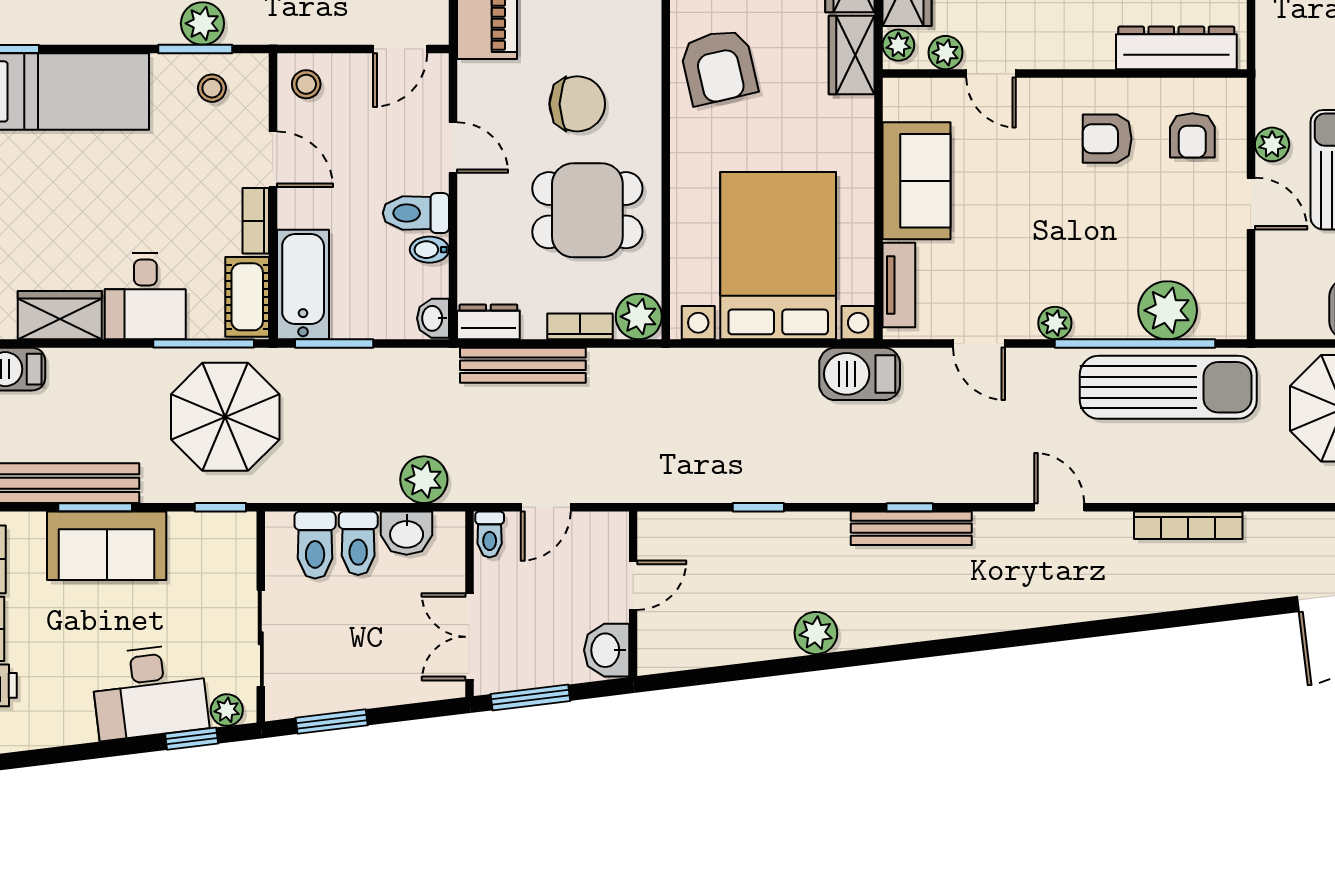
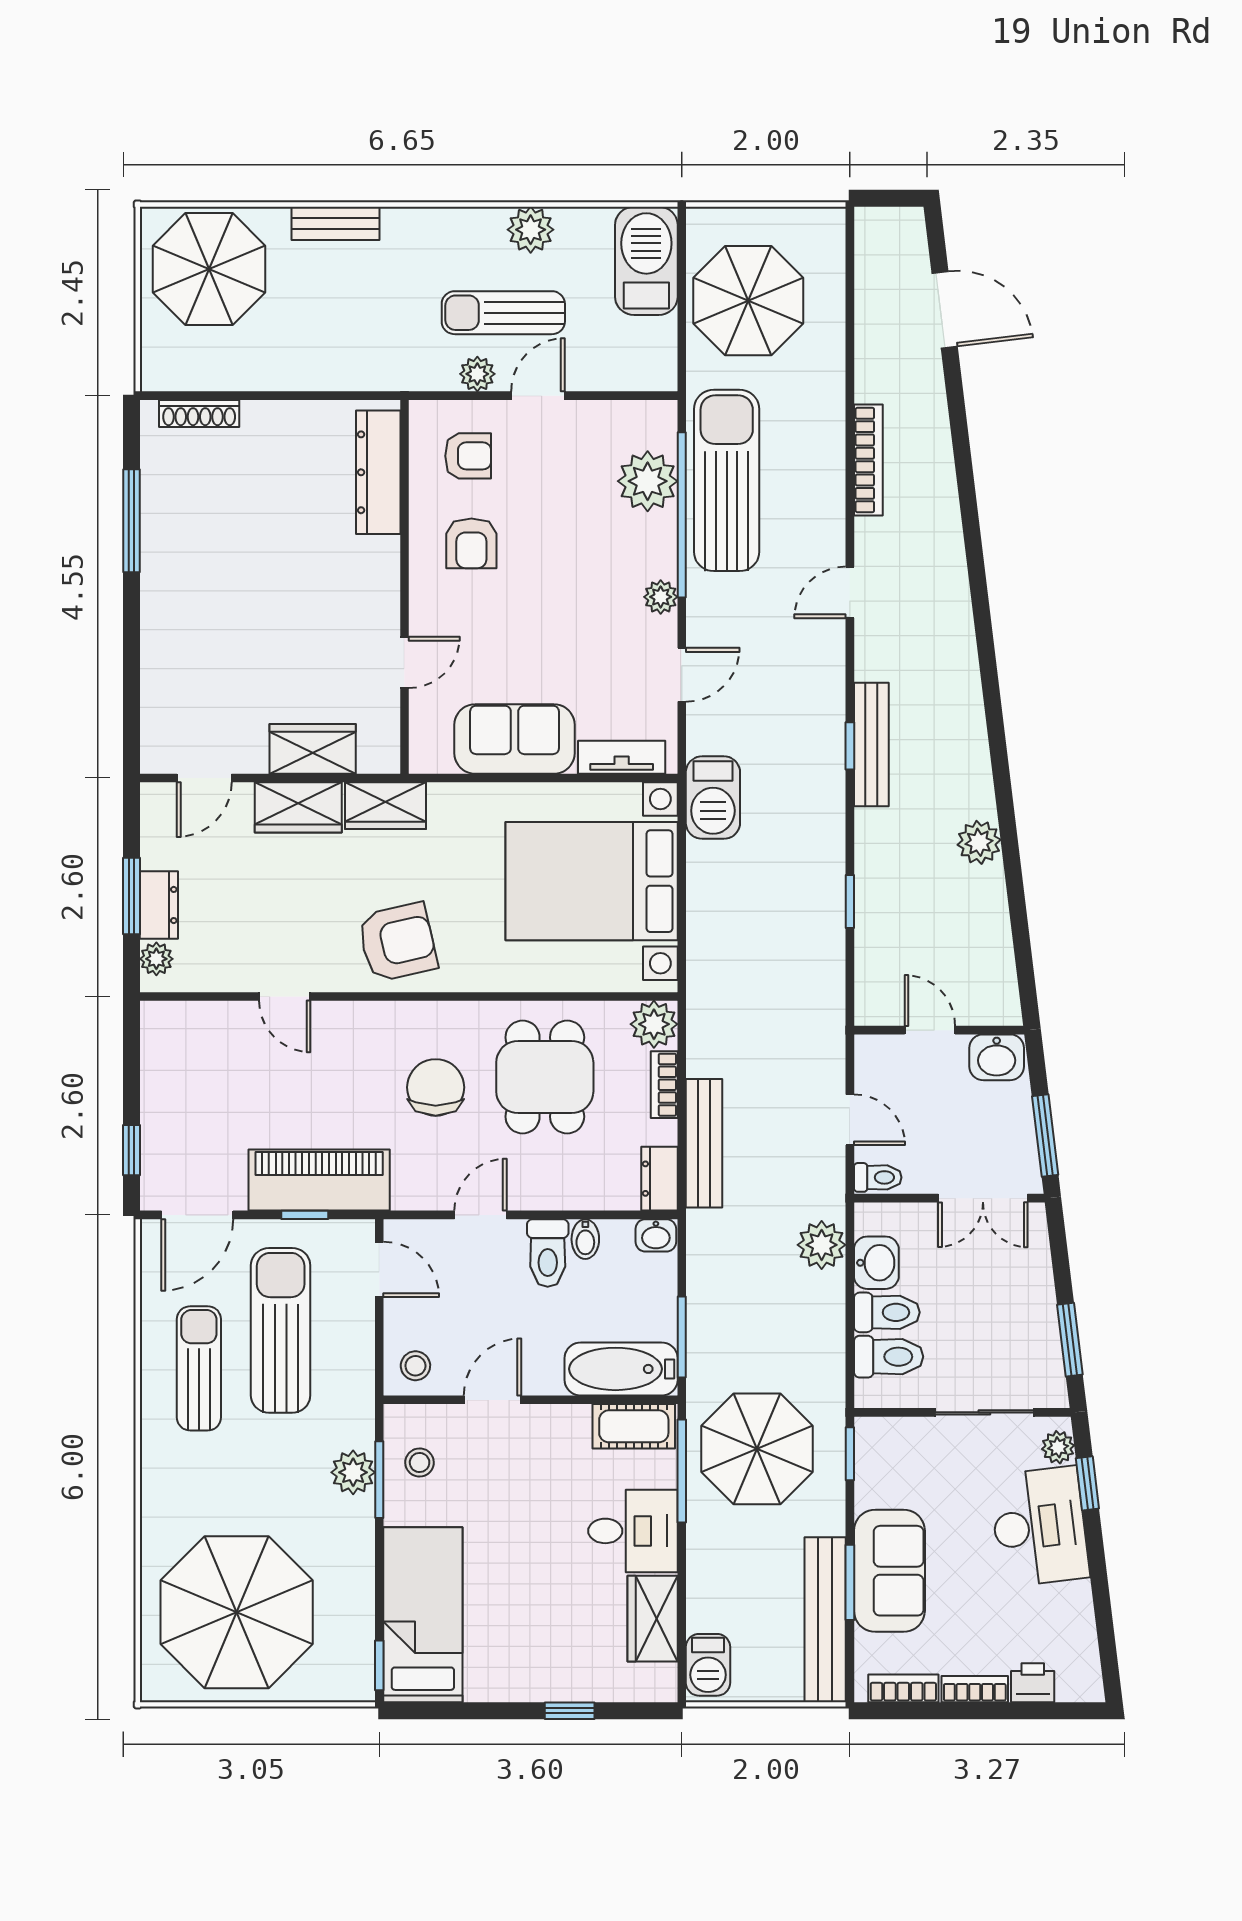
plant: (898, 45) -> (375, 758), removed
plant: (946, 53) -> (383, 709), removed
bookcase: (256, 221) -> (556, 1417), removed

